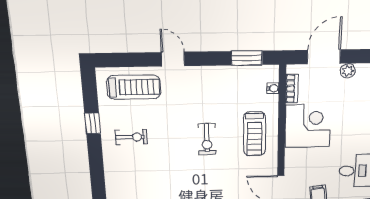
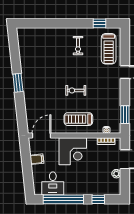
window: (93, 123) -> (100, 23), moved
corner desk: (308, 126) -> (73, 151), moved

